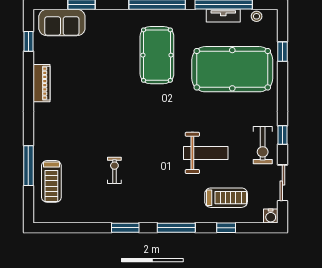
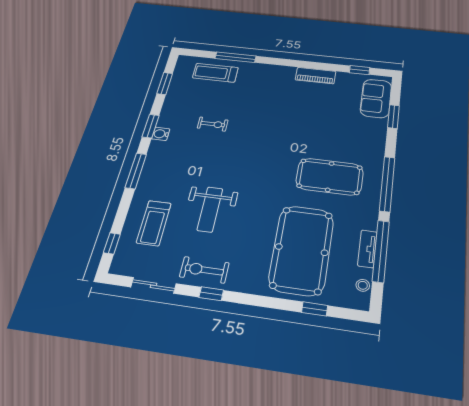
water cooler: (271, 216) -> (161, 134), moved
window: (72, 228) -> (165, 83), added
window: (226, 228) -> (112, 243), moved

